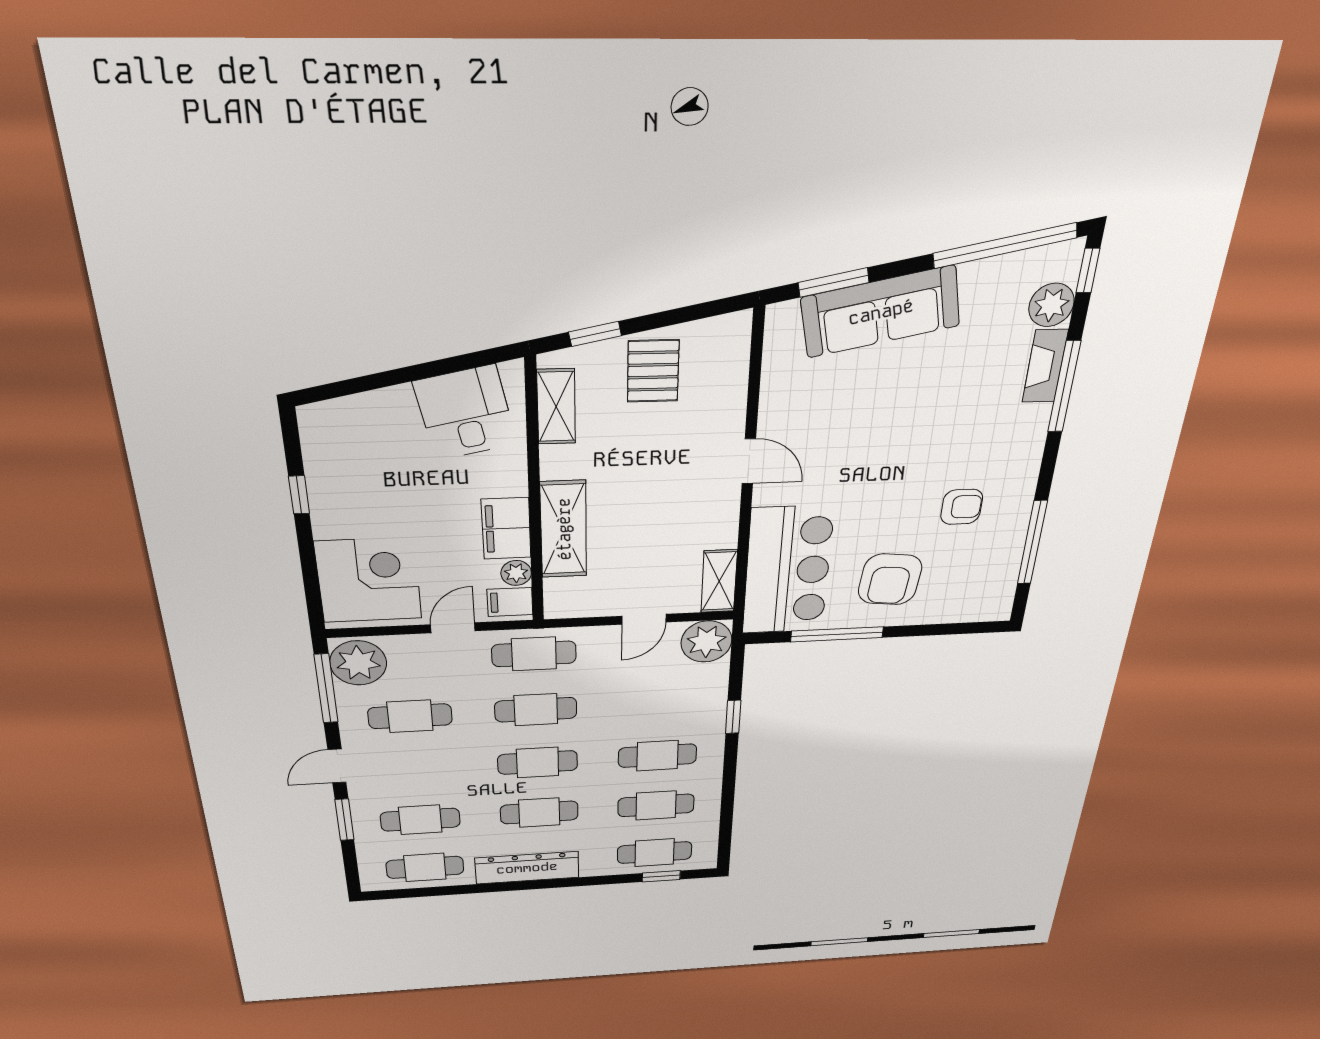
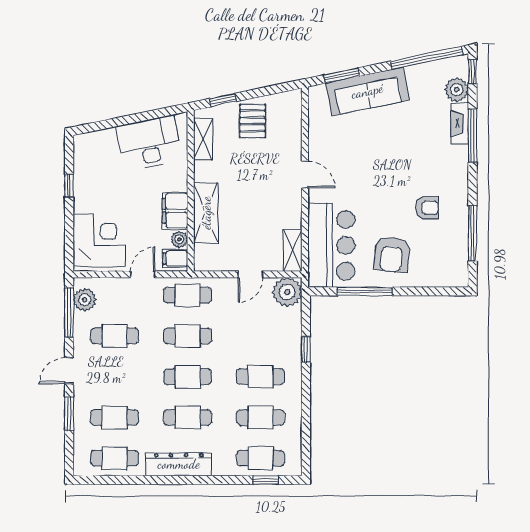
desk: (465, 413) -> (149, 143), width x1.37
plant: (358, 663) -> (85, 300), width x0.73, depth x0.73

